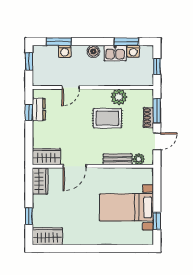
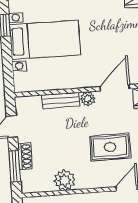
rug: (107, 118) -> (110, 147), moved
plant: (139, 159) -> (88, 99), moved

